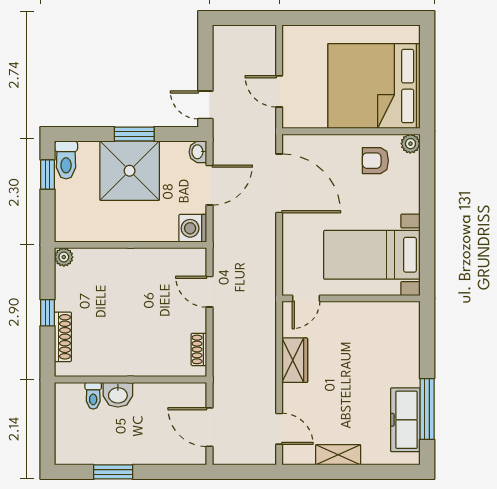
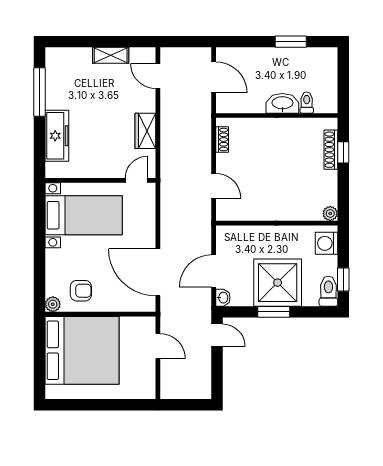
washing machine: (193, 228) -> (327, 243), moved, turned 180
window: (48, 313) -> (343, 152), moved
washbasin: (118, 395) -> (282, 103), width x1.38
freezer: (405, 420) -> (57, 136), moved

